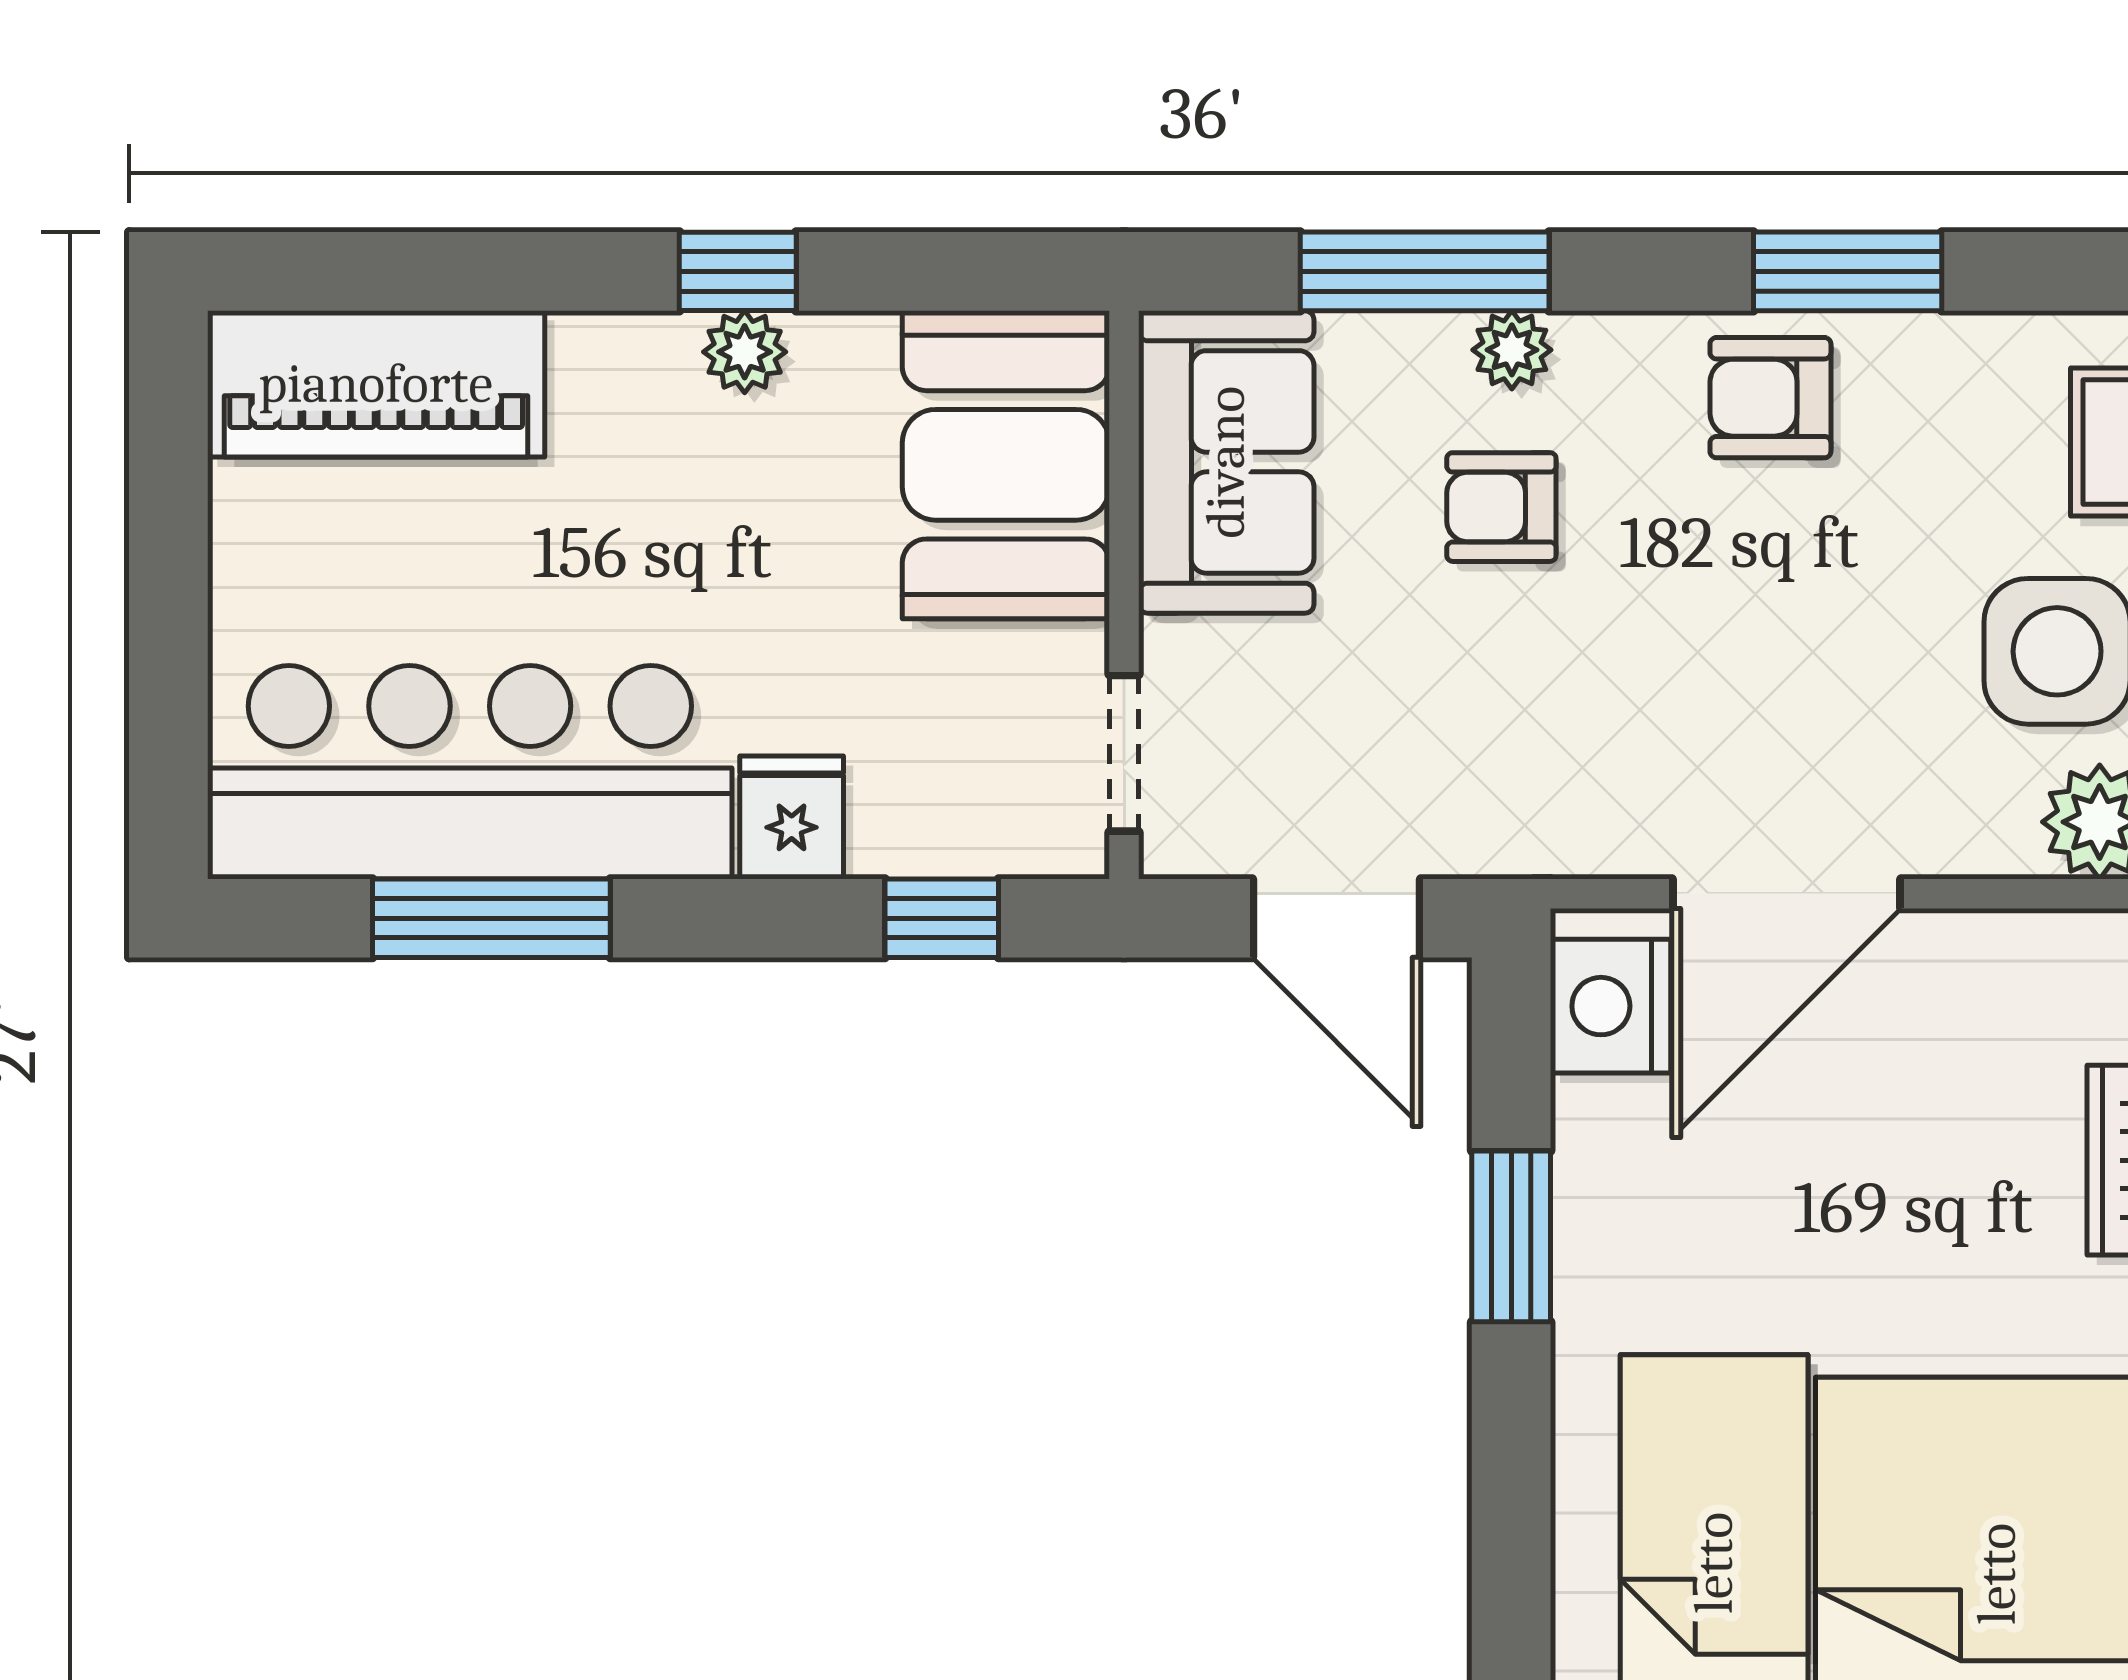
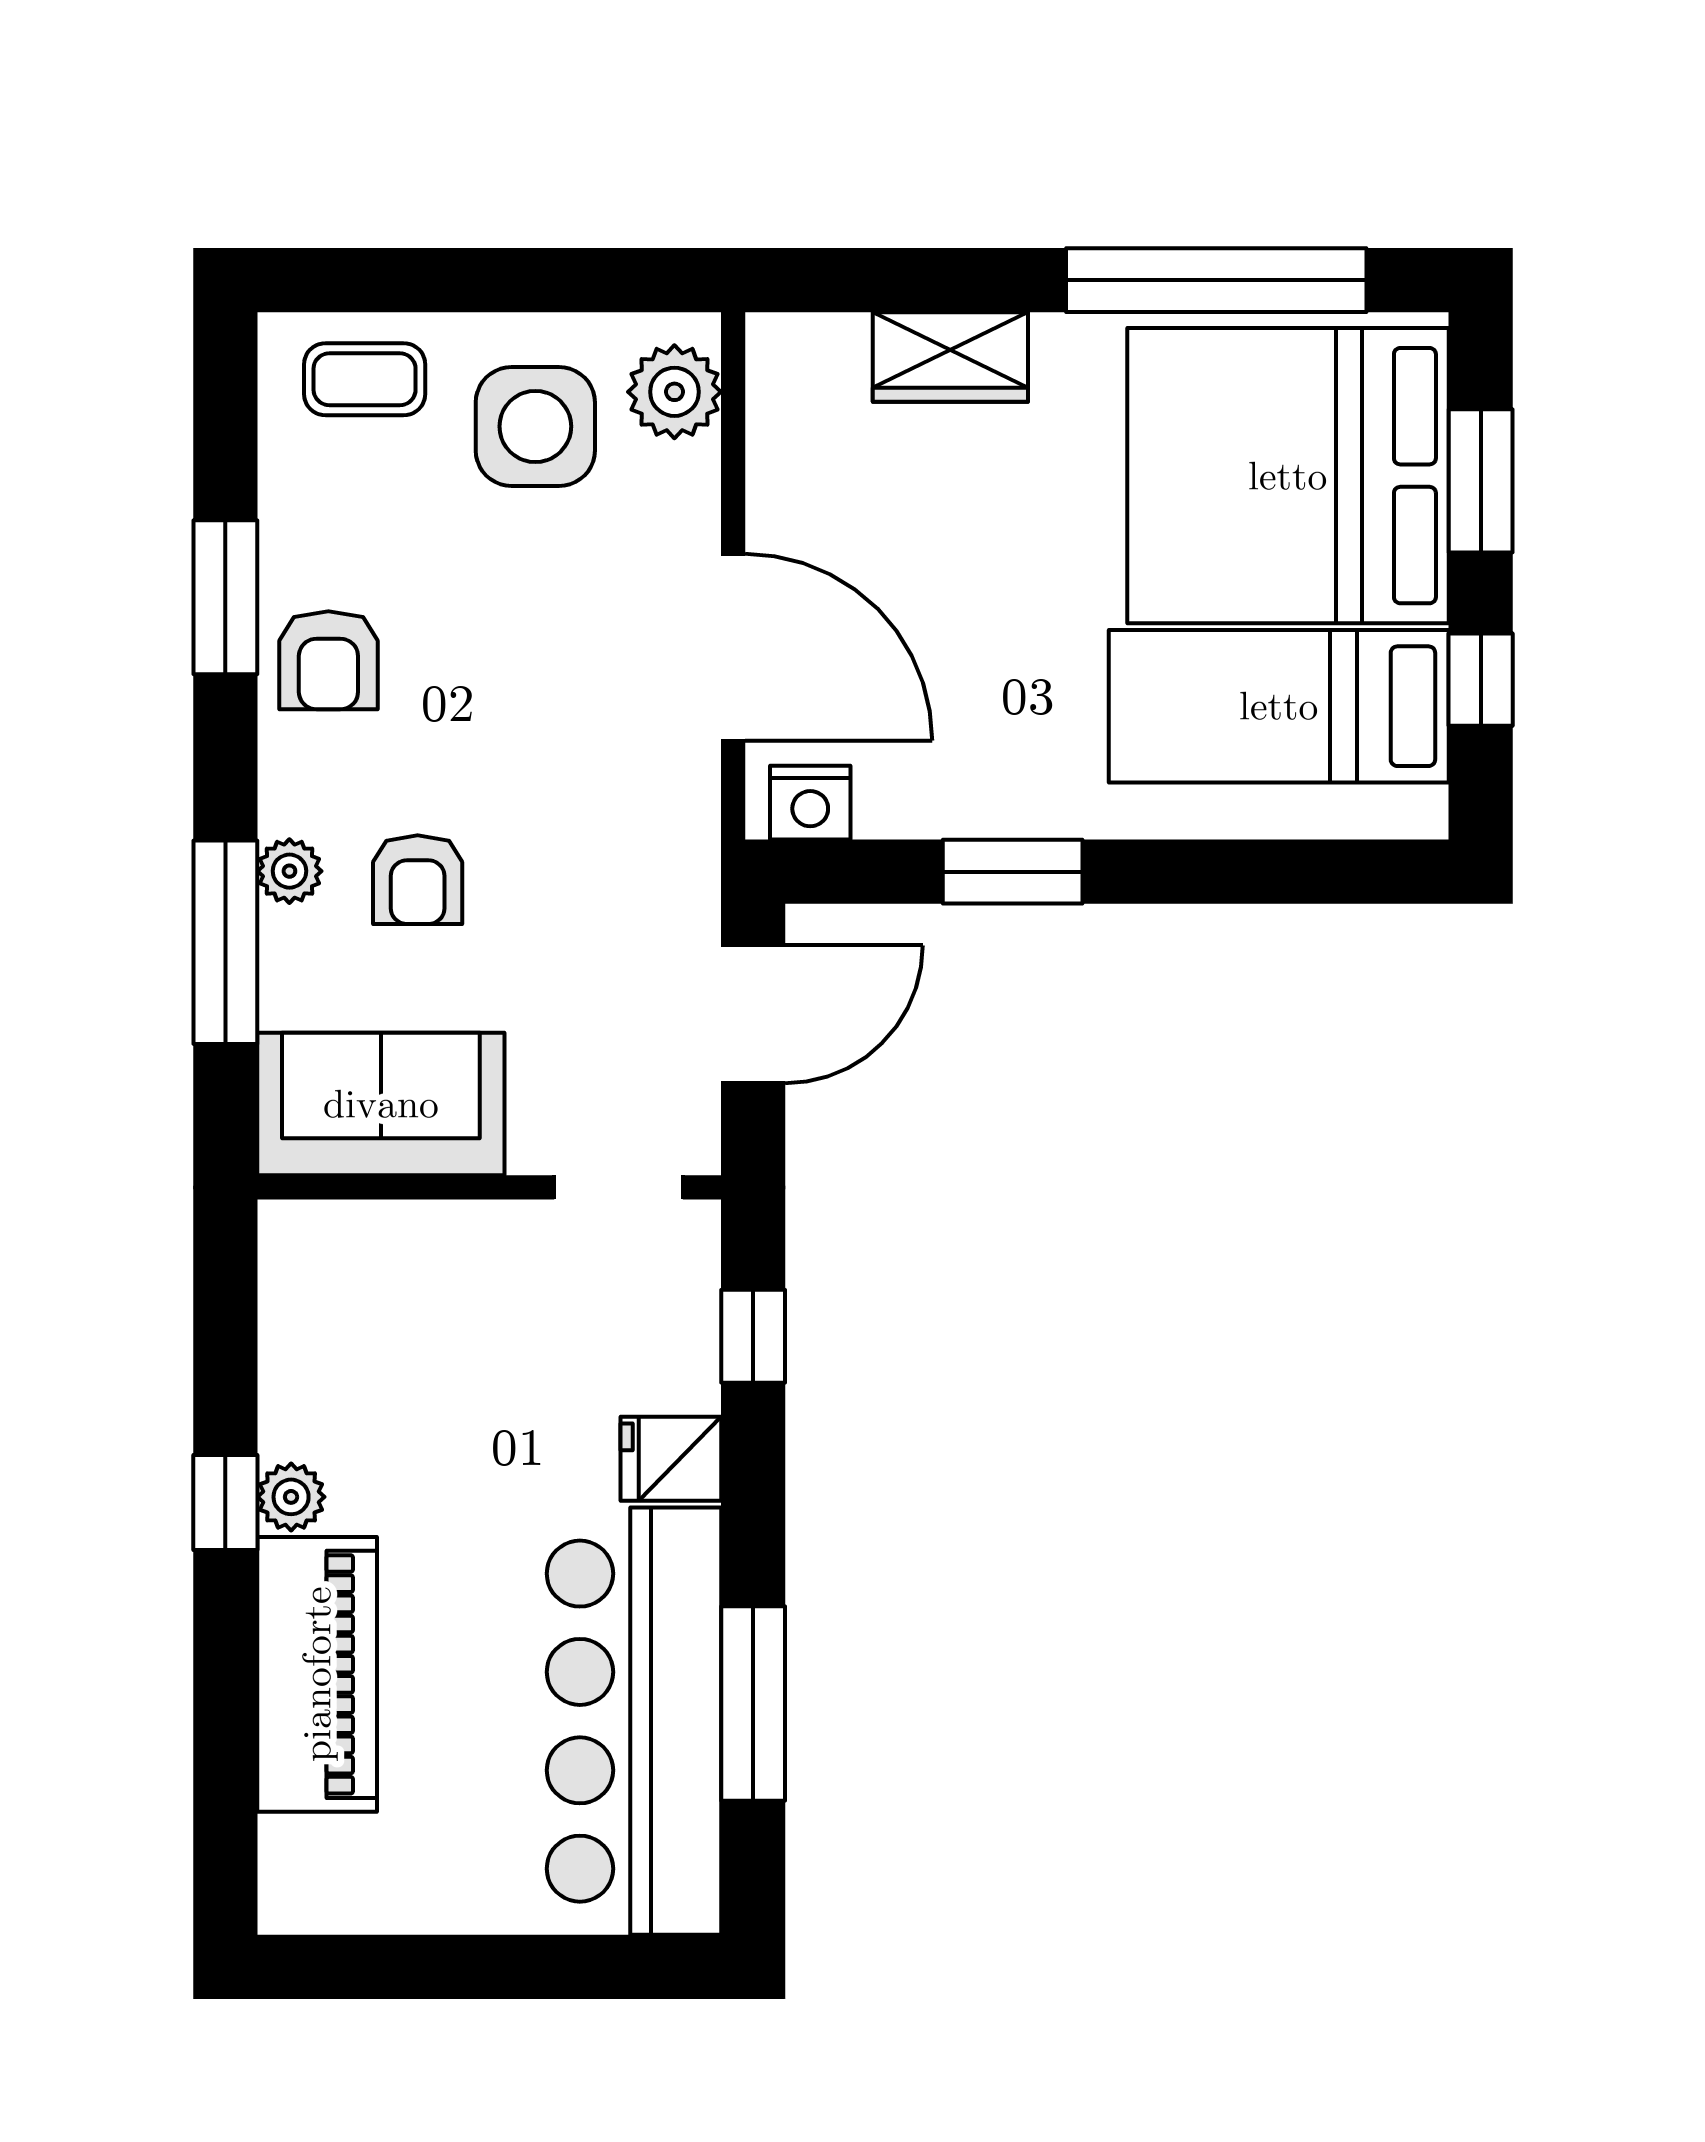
piano: (376, 384) -> (317, 1674), moved
booth: (1006, 465) -> (383, 1284), removed
nightstand: (1611, 1006) -> (810, 803), width x0.74, depth x0.75

